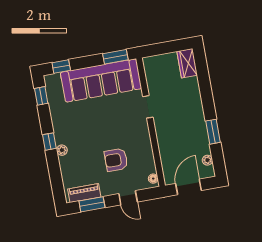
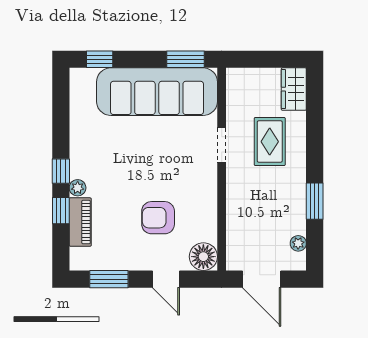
window: (41, 96) -> (61, 211), moved
rug: (178, 99) -> (270, 142), added
floor lamp: (153, 179) -> (203, 257), width x1.89, depth x1.89
door: (188, 187) -> (262, 279), swing flipped
piano: (84, 193) -> (80, 222), moved, turned 90

